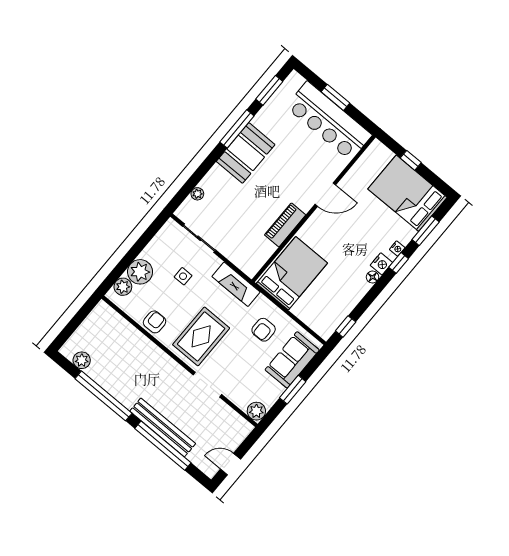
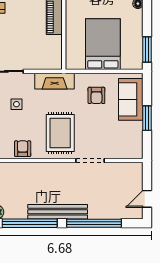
bed: (292, 273) -> (103, 44), moved
window: (346, 326) -> (147, 49), width x1.50
plant: (256, 411) -> (135, 151), removed
bench: (163, 427) -> (58, 212), moved

